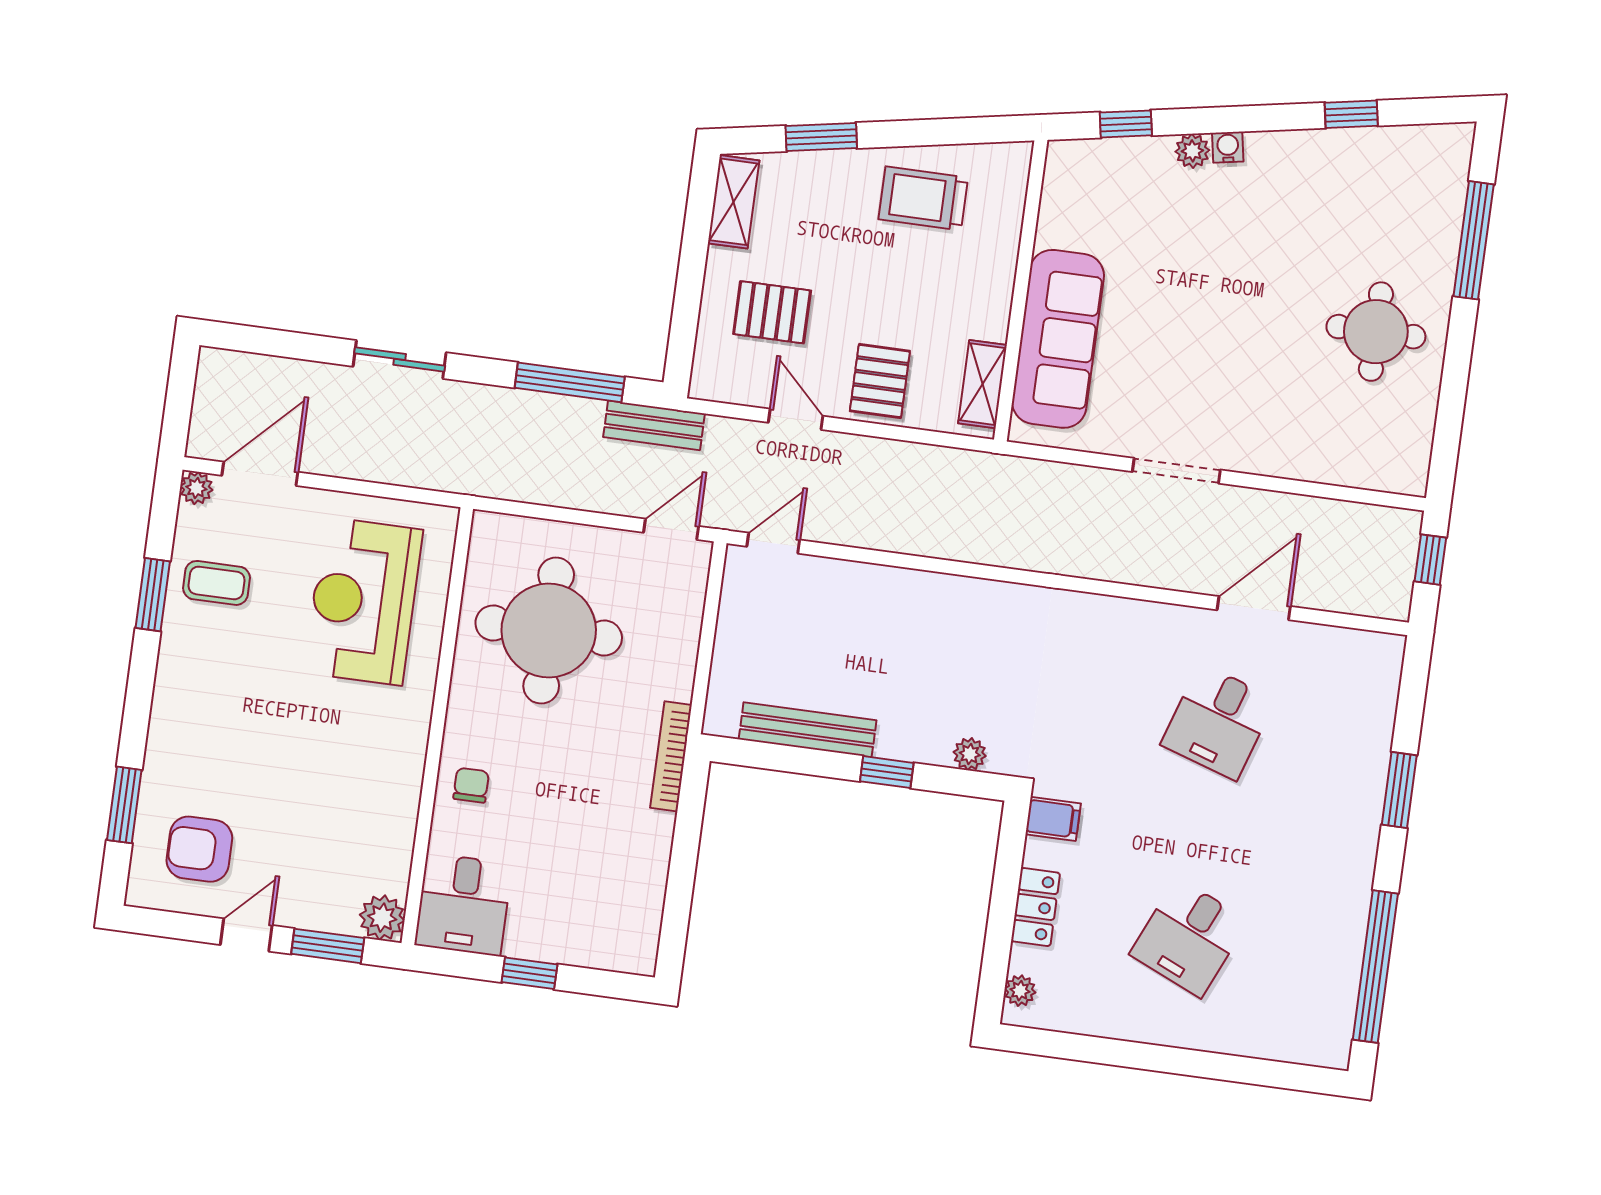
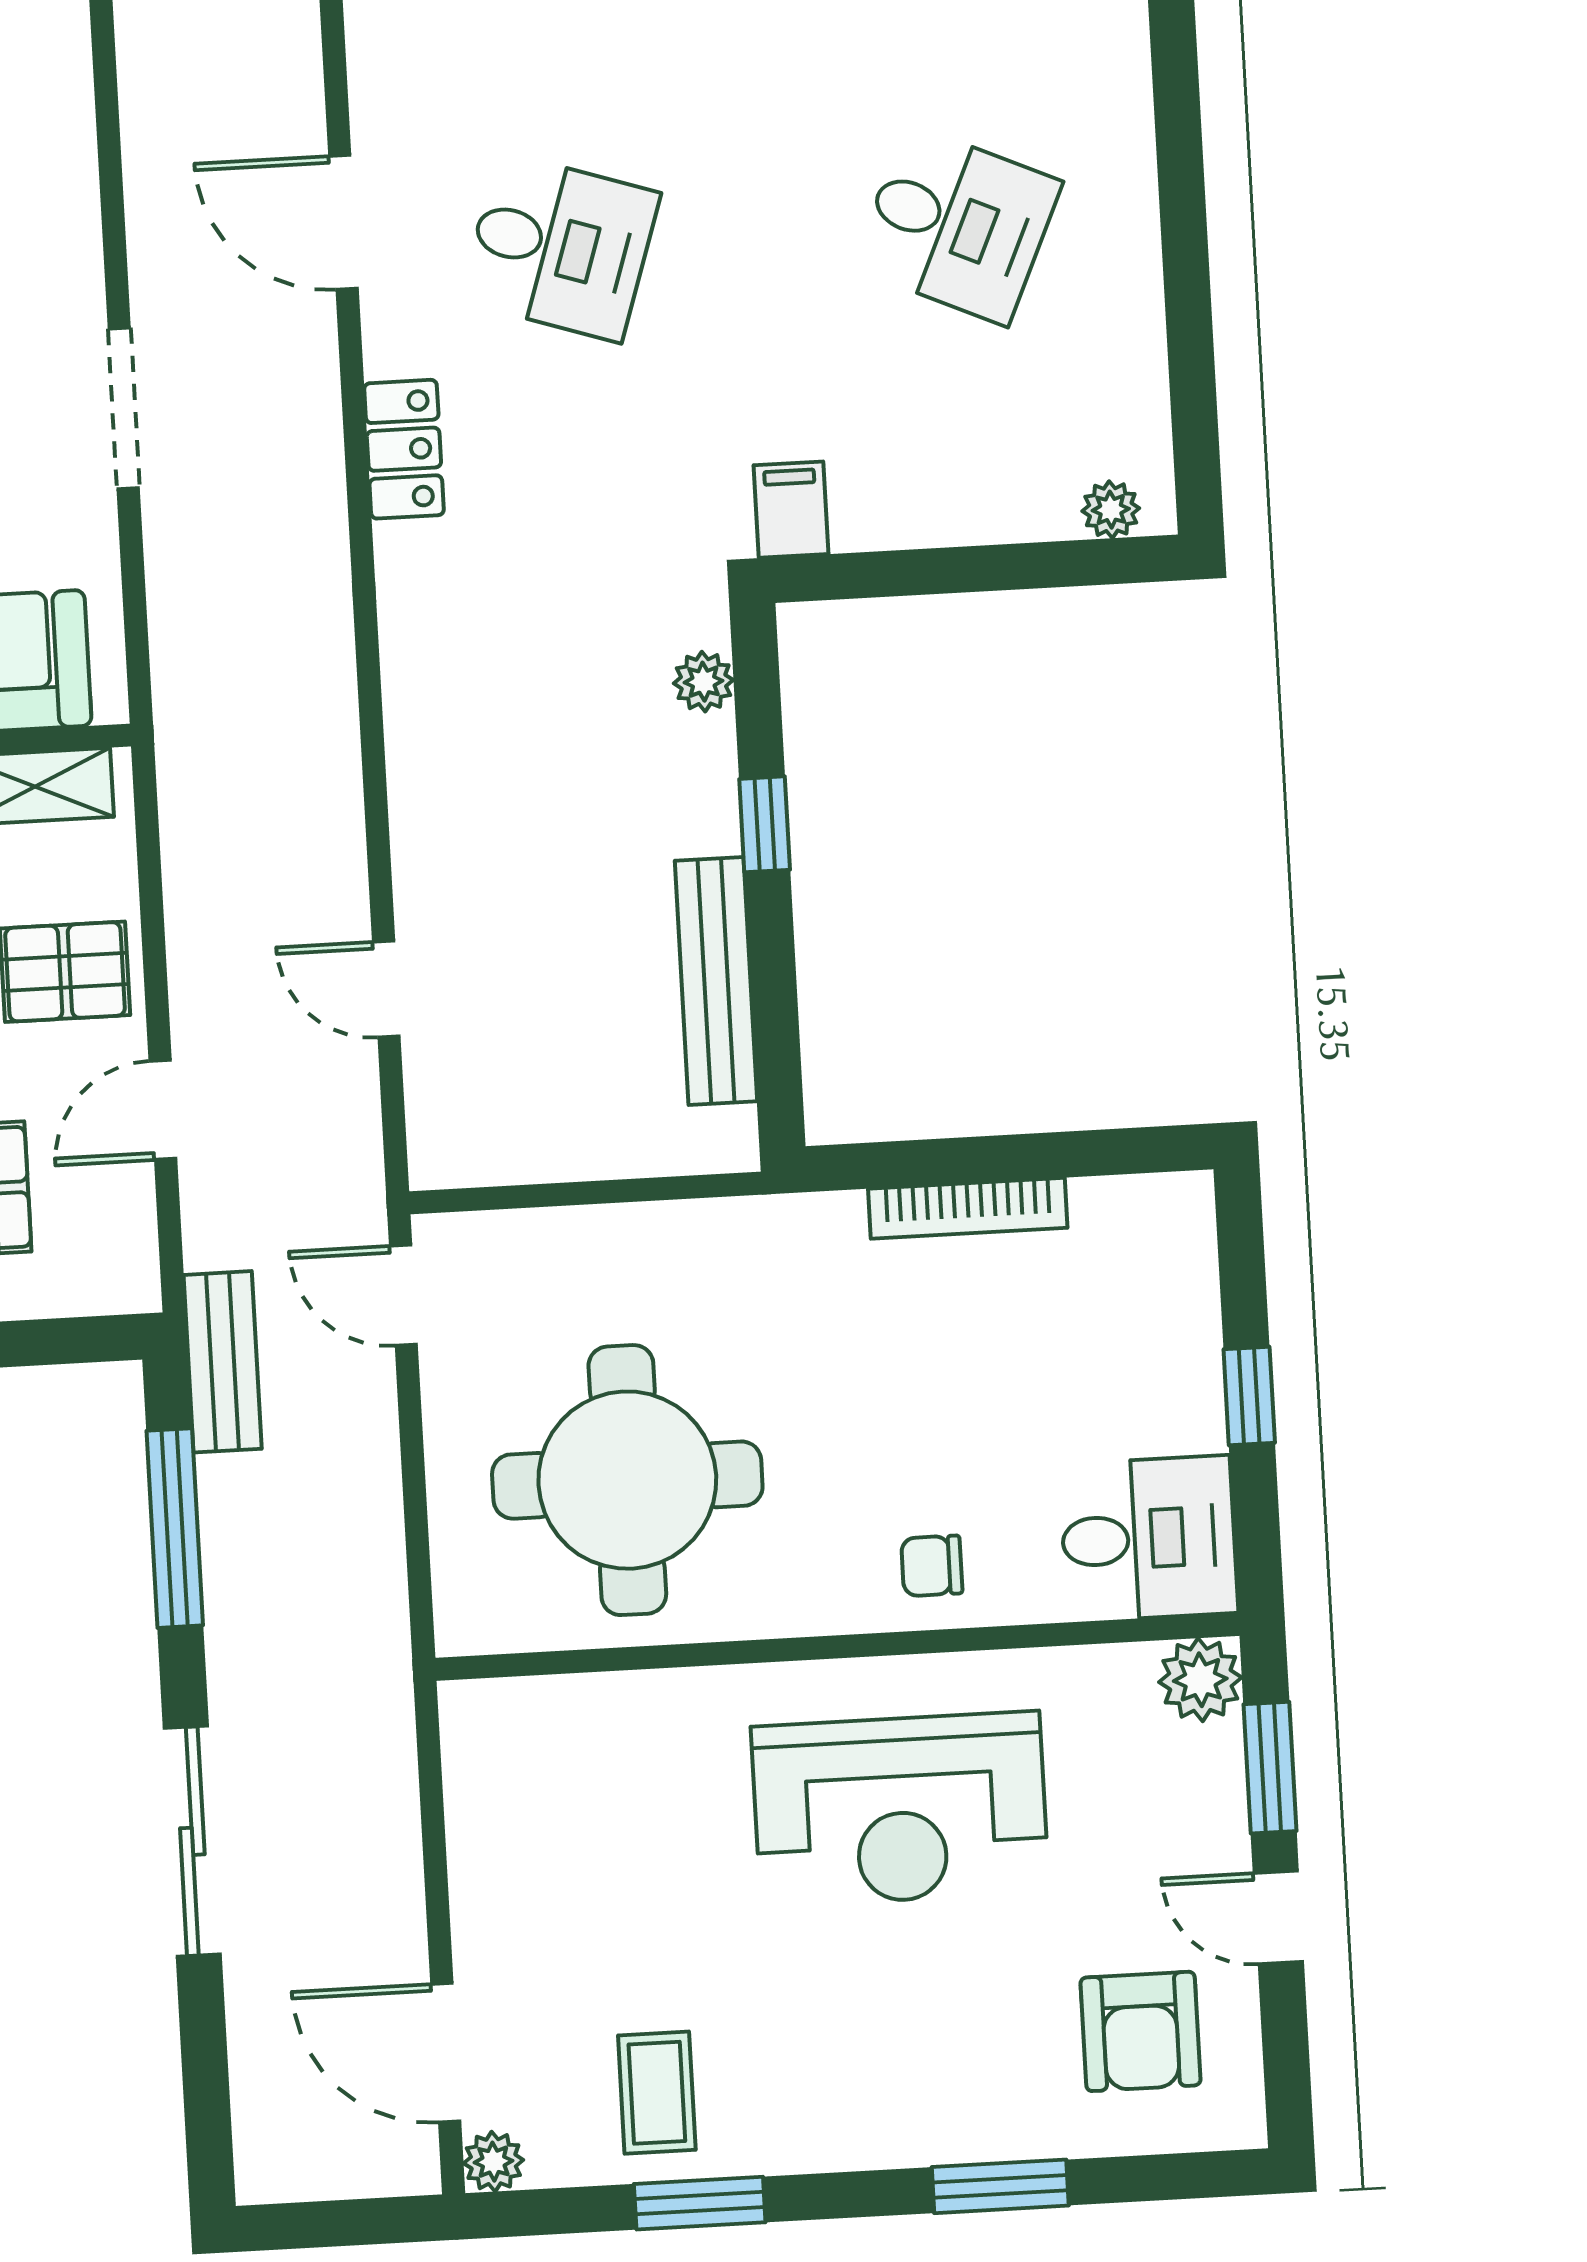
sliding door: (400, 359) -> (192, 1841), width x1.37
door: (773, 543) -> (386, 989), moved
reception desk: (363, 601) -> (900, 1809), moved
bookcase: (671, 756) -> (968, 1208), moved
window: (124, 805) -> (1000, 2186), moved
locker: (1035, 907) -> (404, 449), moved, turned 90

